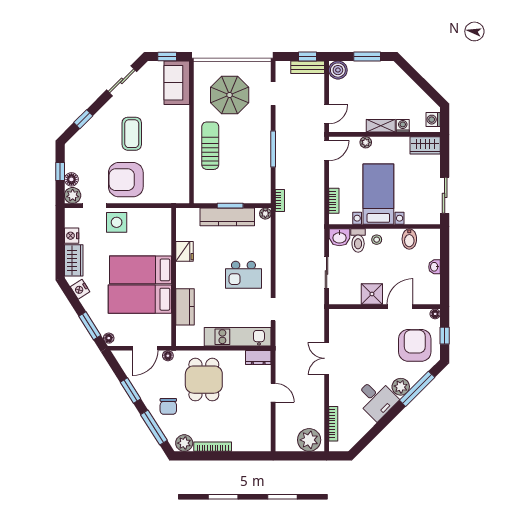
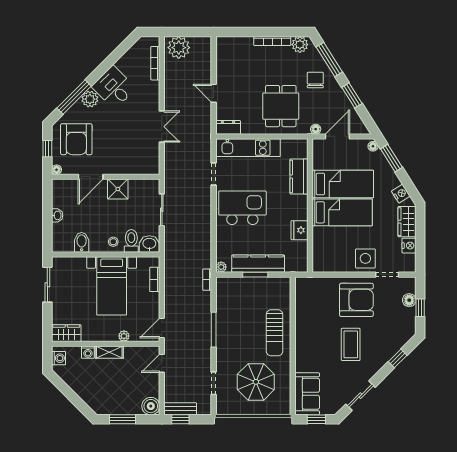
plant: (73, 195) -> (408, 285), removed
kitchen island: (243, 275) -> (242, 208), width x1.37, depth x1.28

